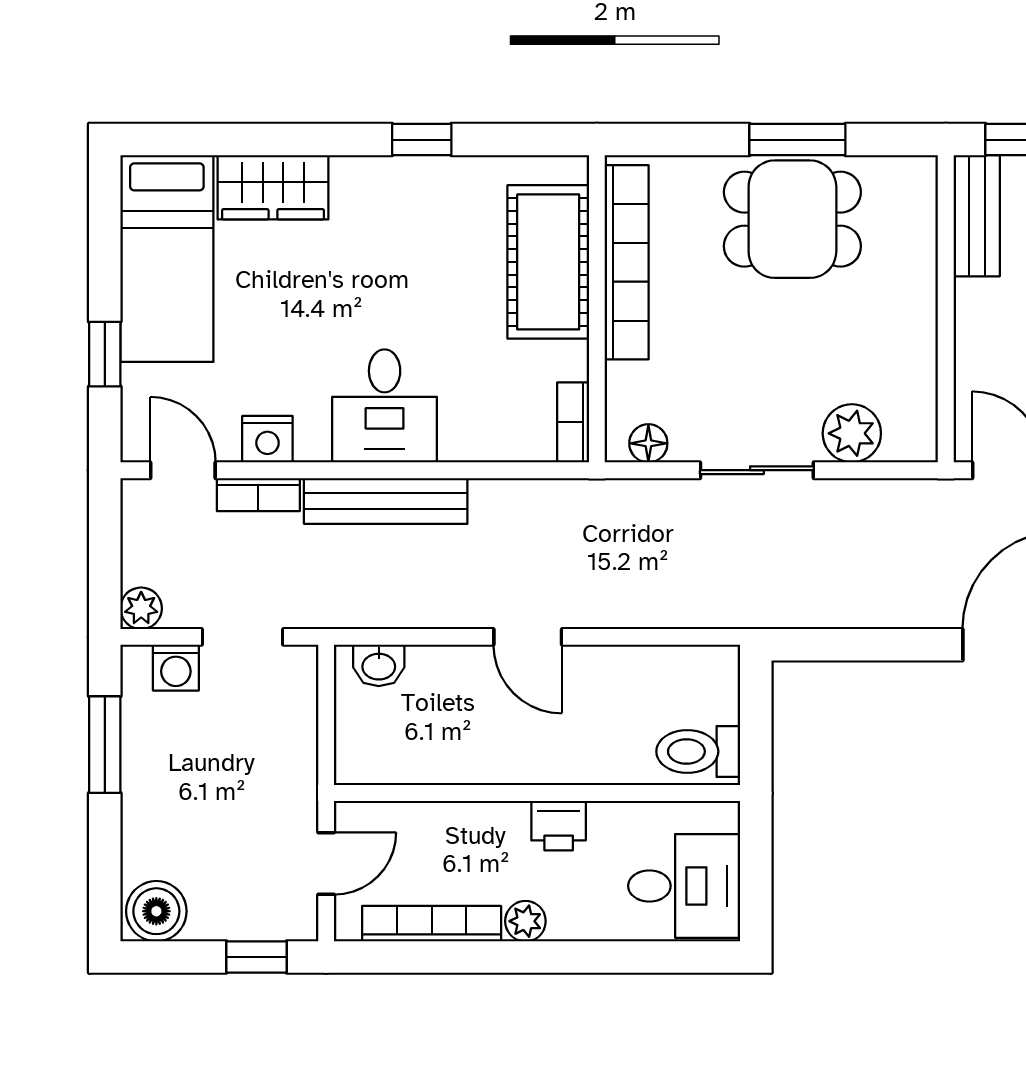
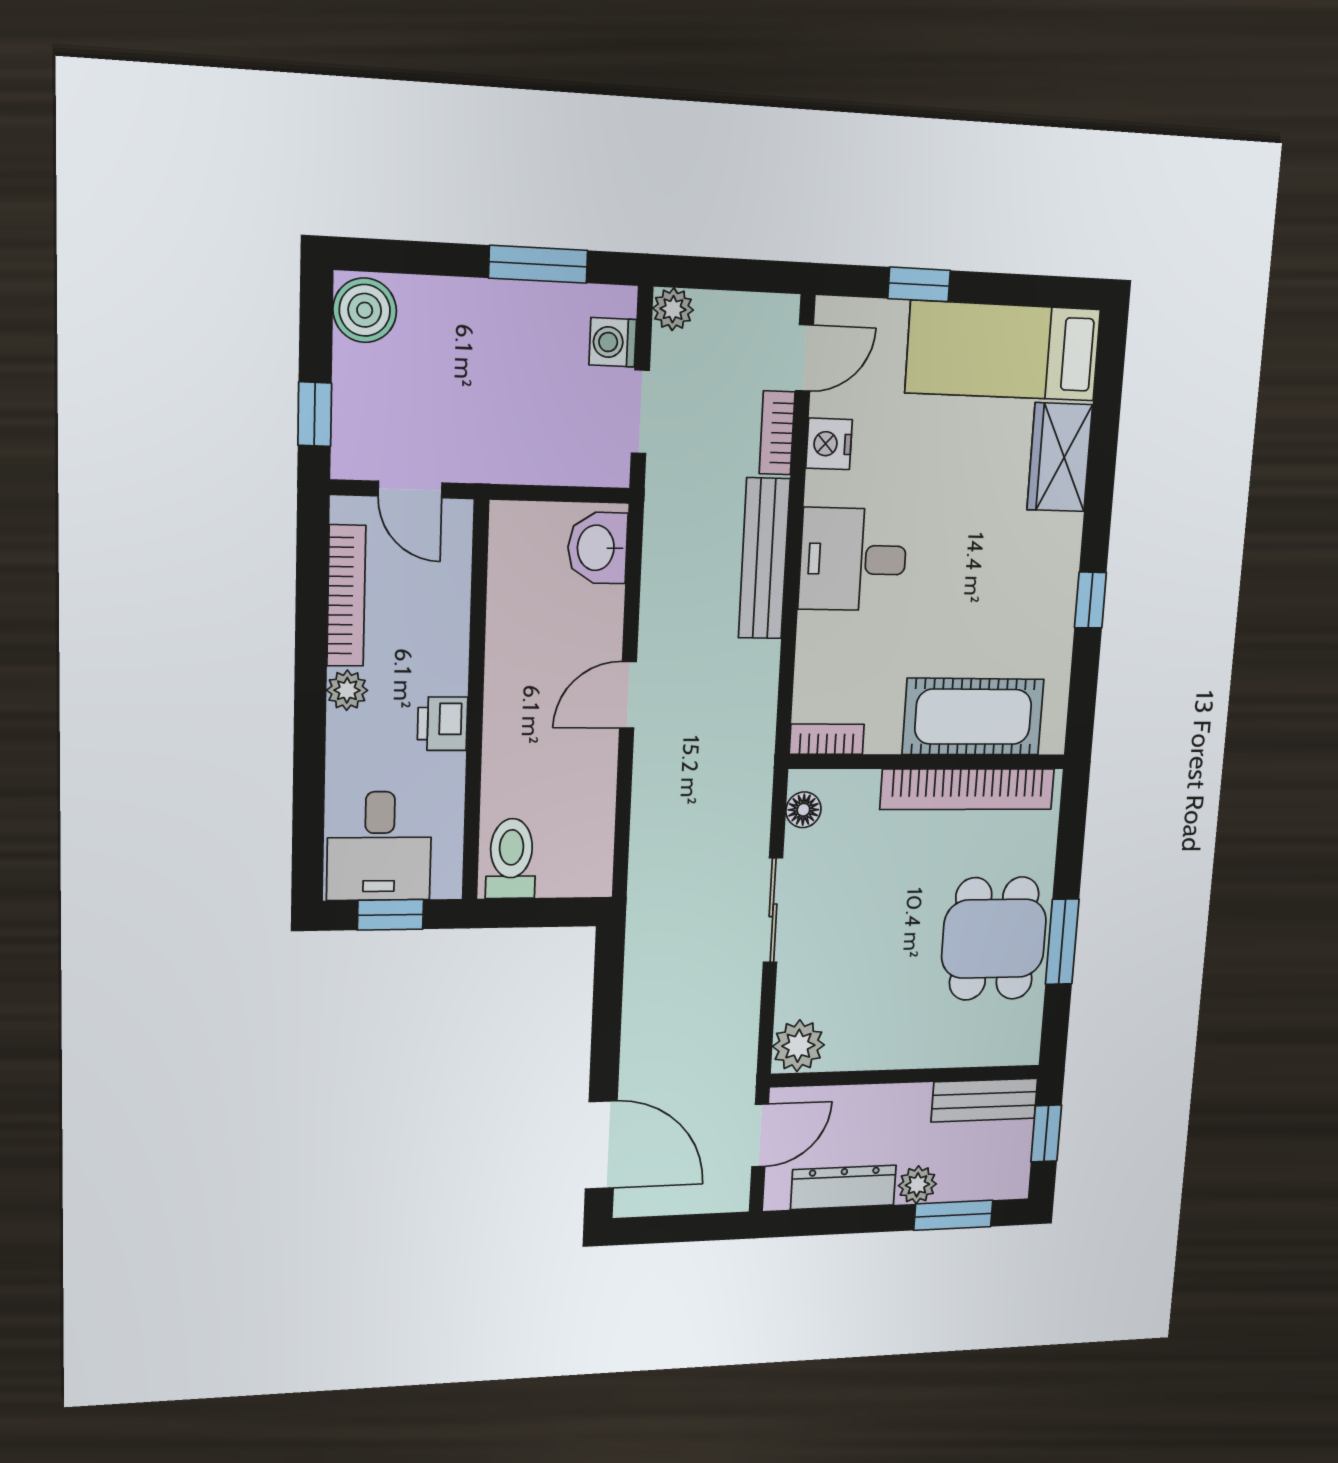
plant: (852, 433) -> (798, 1046), moved
washbasin: (379, 665) -> (597, 548), width x1.38, depth x1.45
window: (756, 873) -> (390, 915), added

